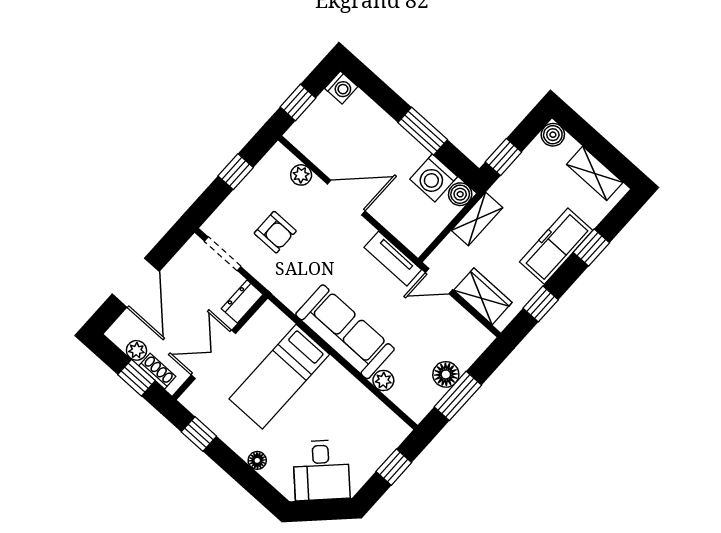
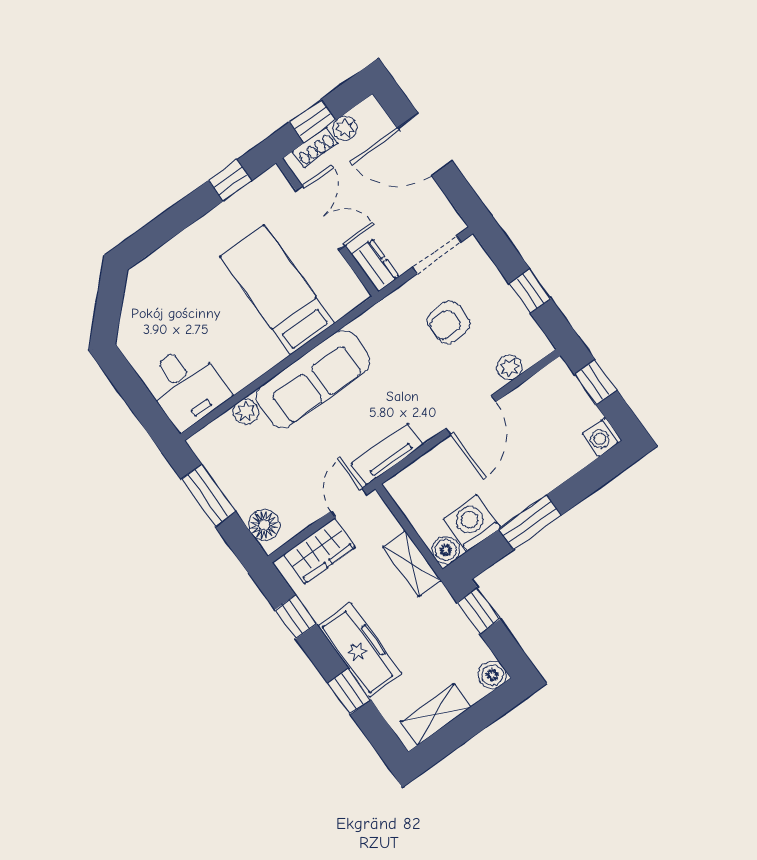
floor lamp: (446, 374) -> (264, 525), moved
floor lamp: (257, 460) -> (184, 242), removed
window: (394, 467) -> (141, 402), removed
desk: (321, 470) -> (186, 386), moved, turned -135

